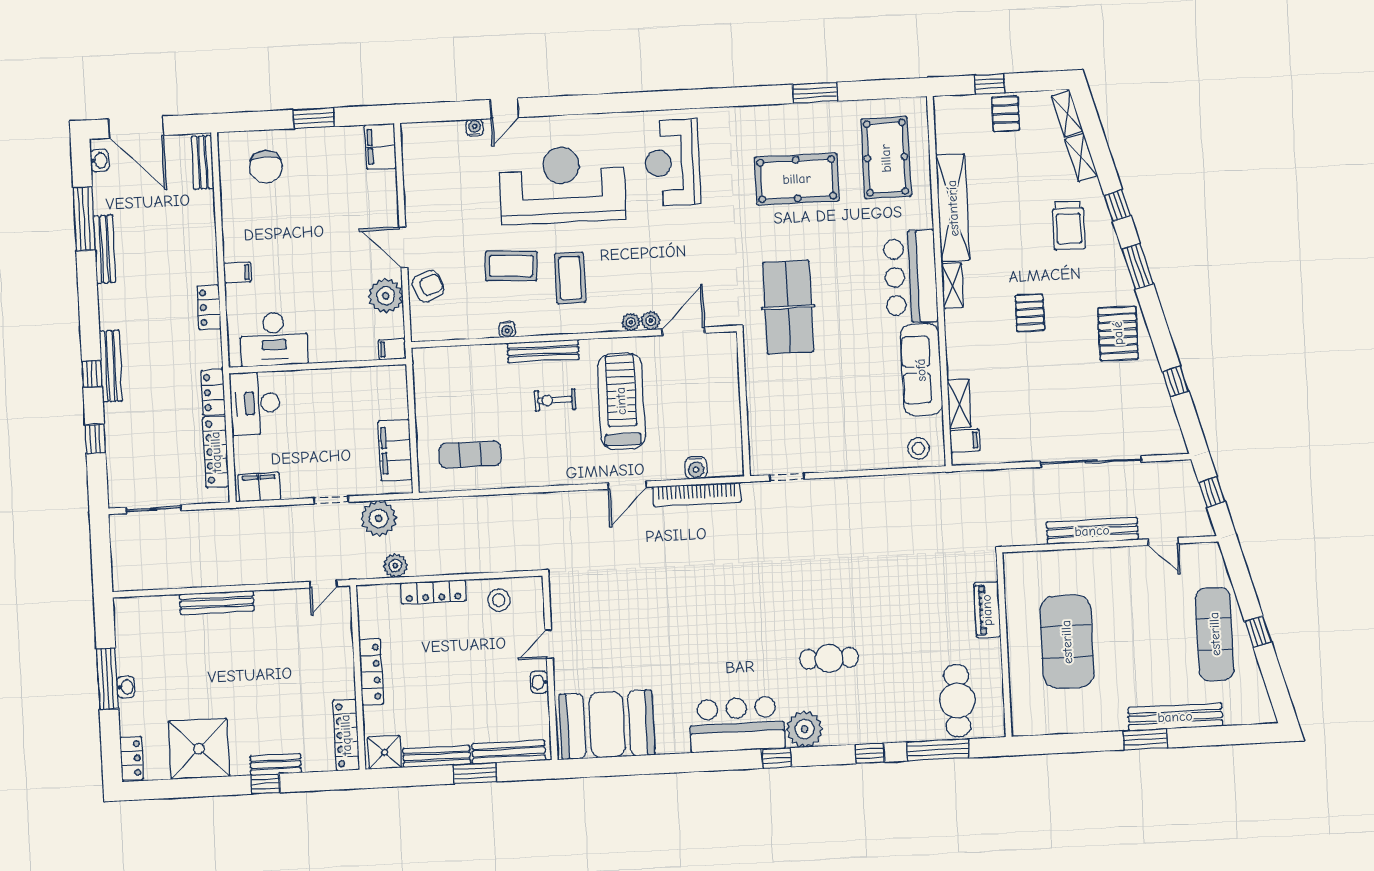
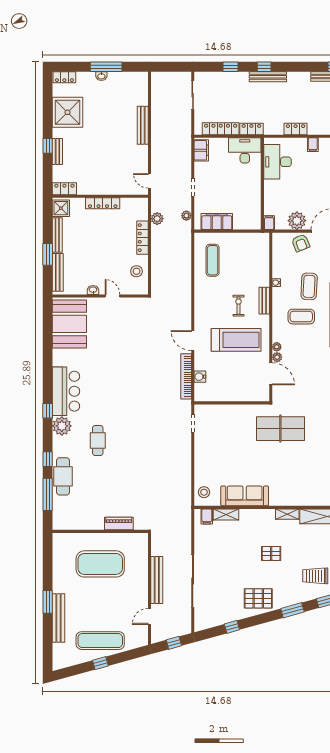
bar counter: (911, 277) -> (293, 493), removed
bench: (543, 351) -> (264, 301), width x0.73
plant: (379, 518) -> (186, 216), width x0.53, depth x0.53
cafe table: (957, 701) -> (63, 476), moved, turned 90
locker: (346, 735) -> (64, 189), width x0.66

